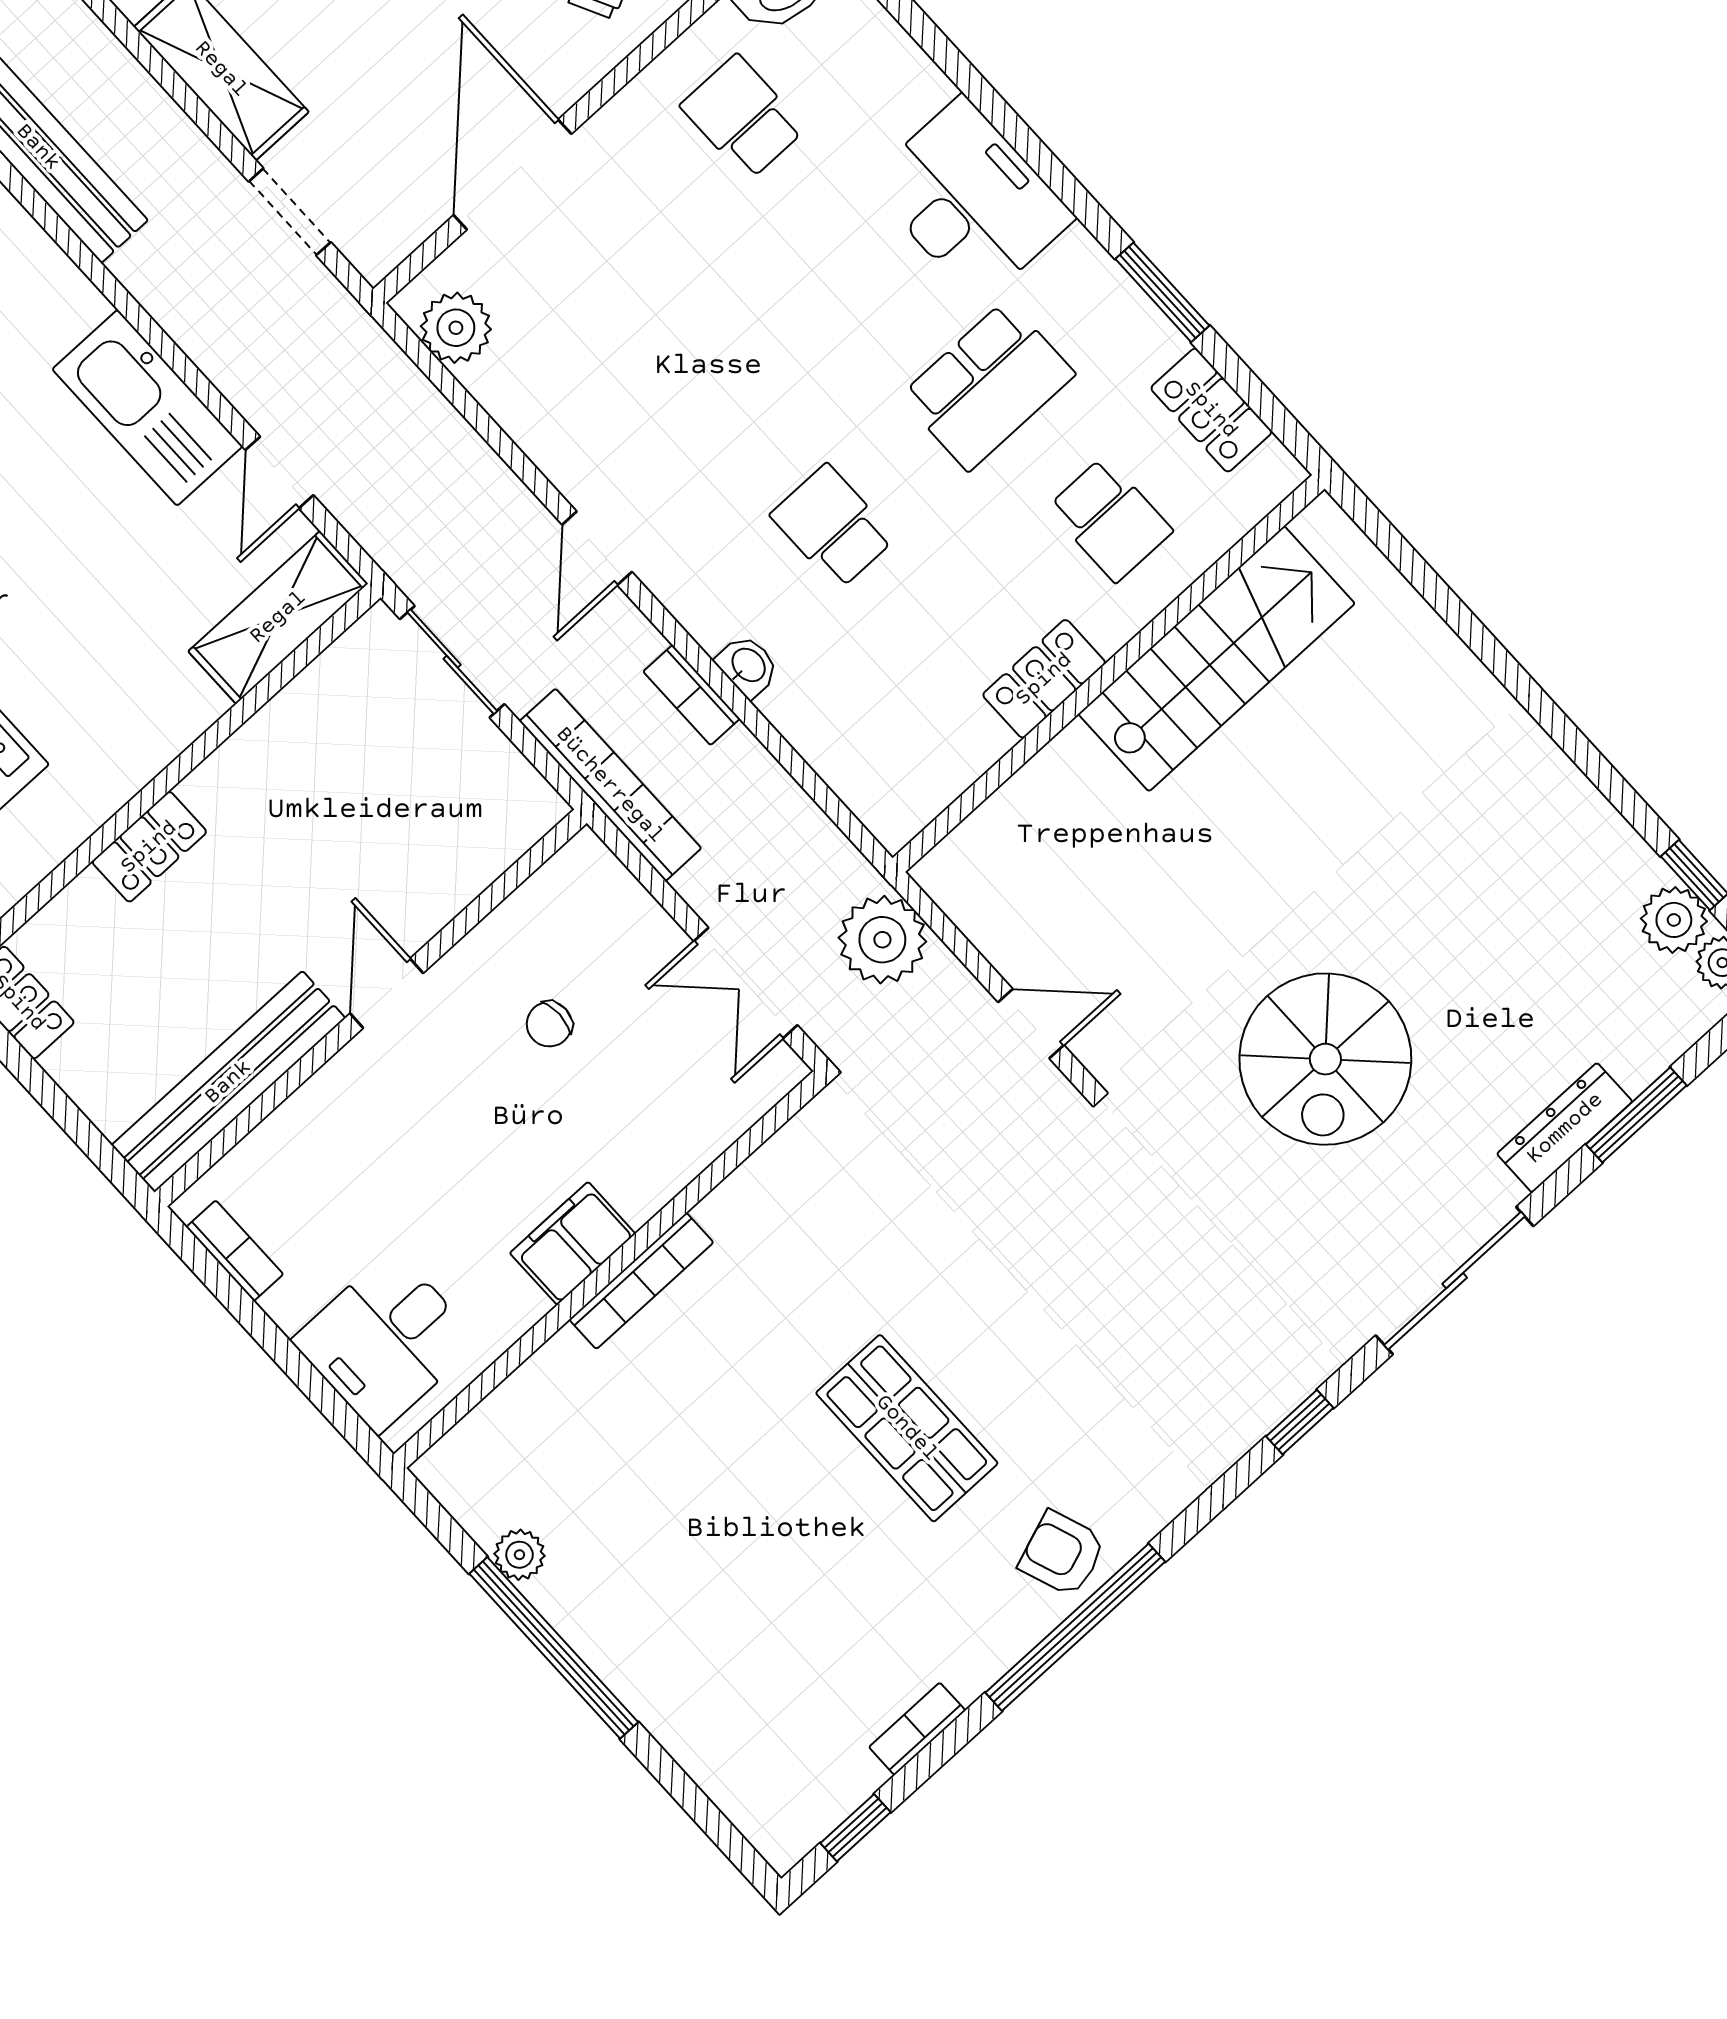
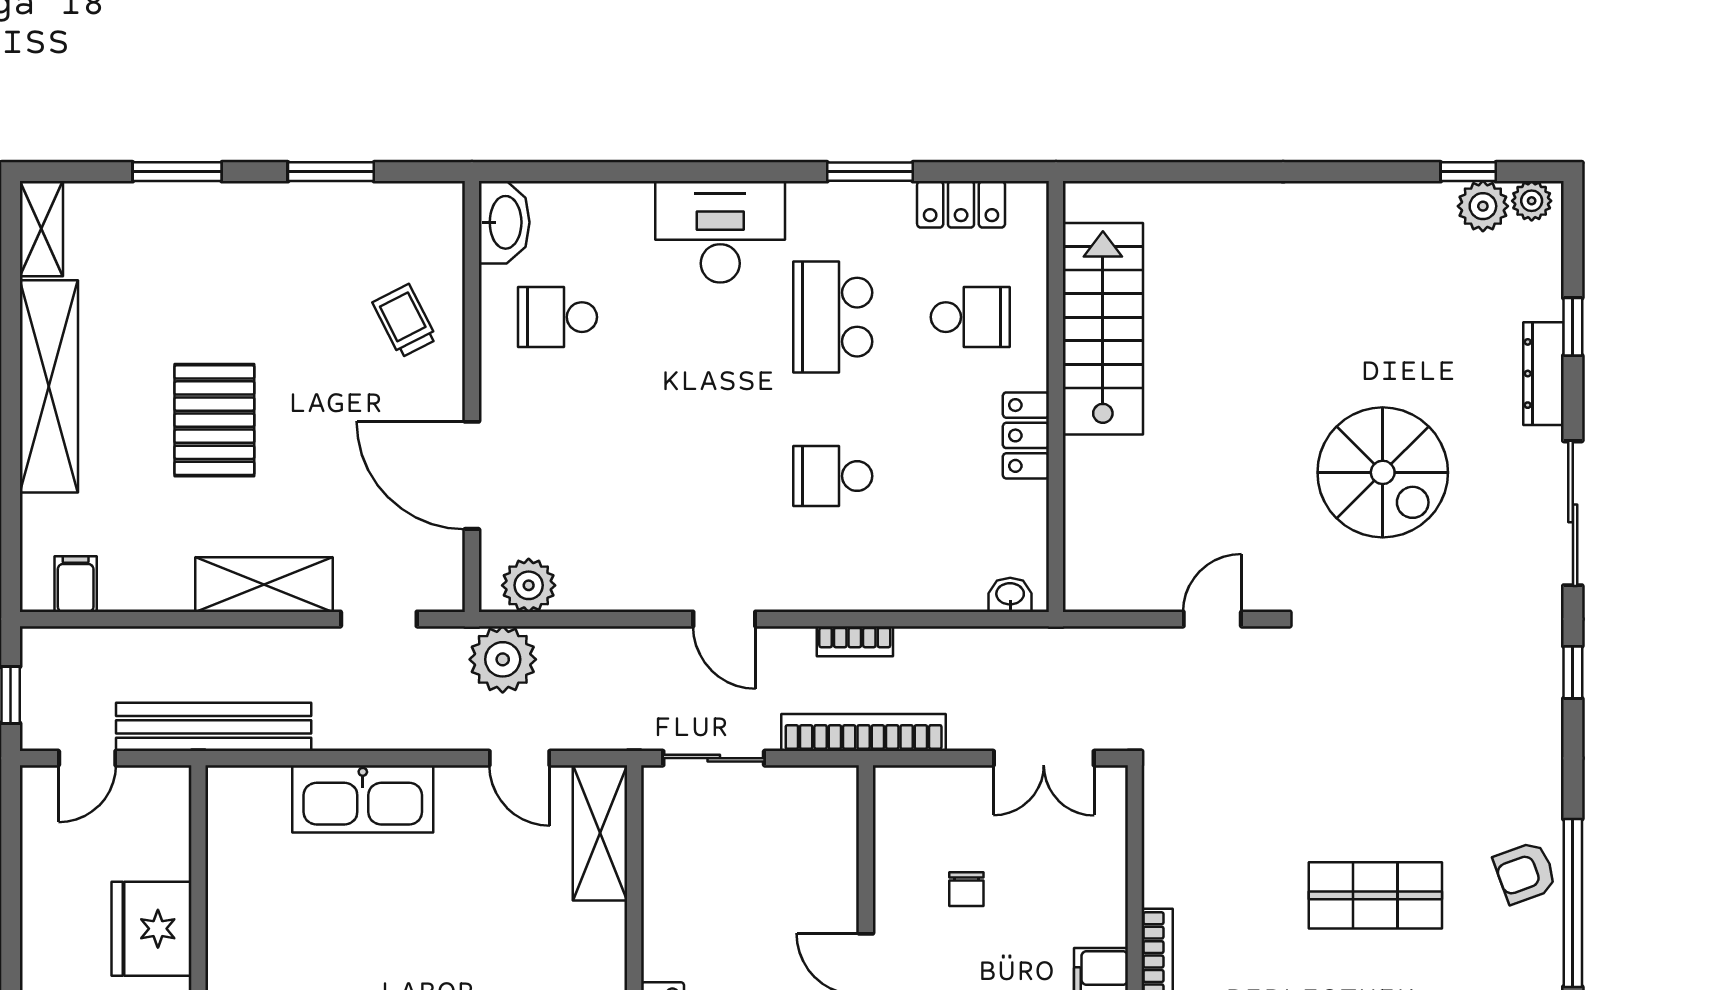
school desk: (988, 385) -> (833, 317), turned 180
kitchen sink: (147, 408) -> (363, 799), moved
washbasin: (748, 666) -> (1010, 595), moved
plant: (882, 940) -> (503, 659), moved
window: (1636, 1115) -> (1573, 327), width x0.67

